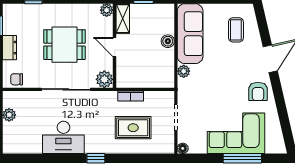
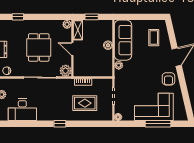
dining table: (65, 45) -> (39, 47), turned 90
desk: (63, 137) -> (22, 110), moved

